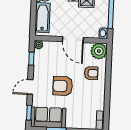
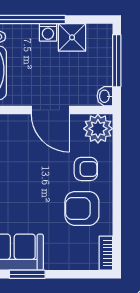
armchair: (63, 86) -> (82, 208), moved

